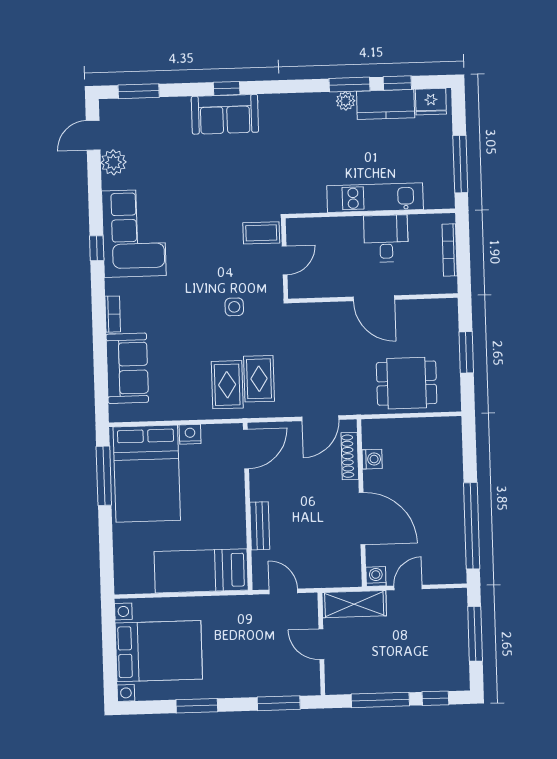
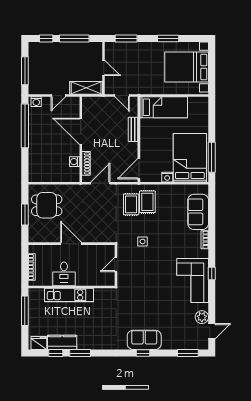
plant: (346, 101) -> (82, 345), removed
coffee table: (261, 233) -> (128, 279), removed
dining table: (407, 383) -> (47, 205), moved
washing machine: (376, 576) -> (36, 102), moved

